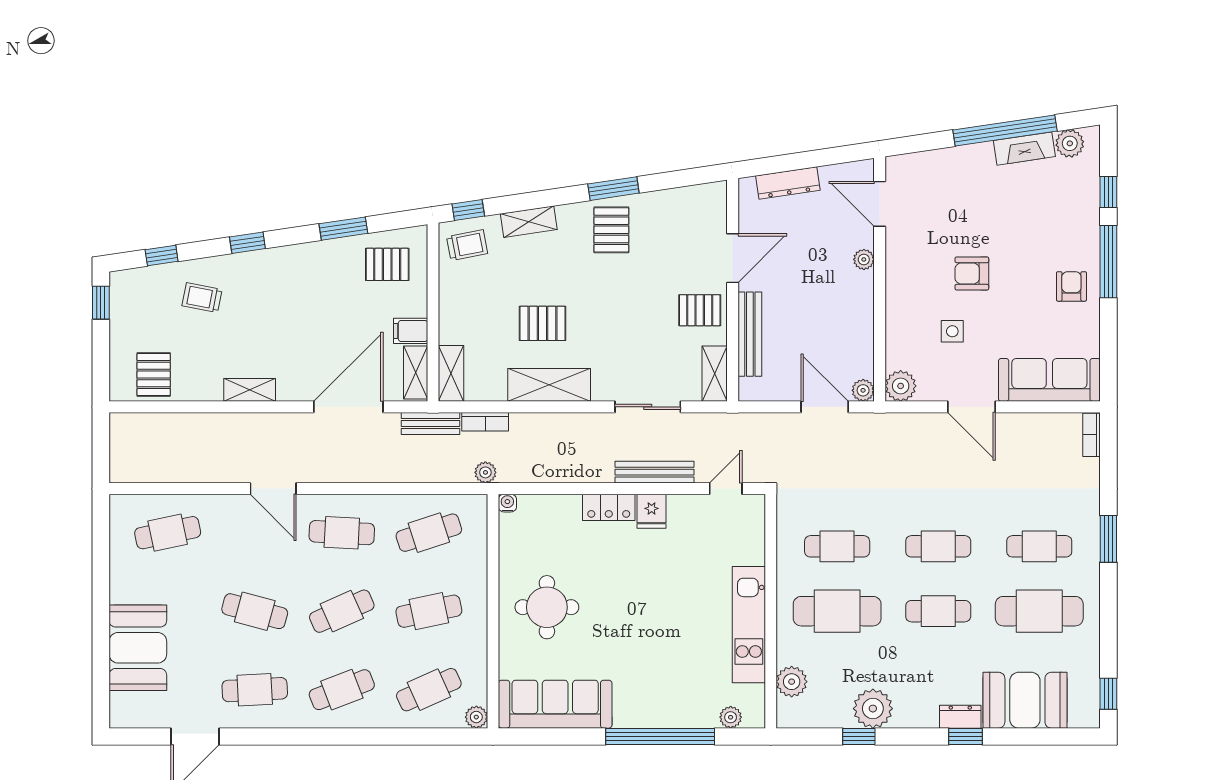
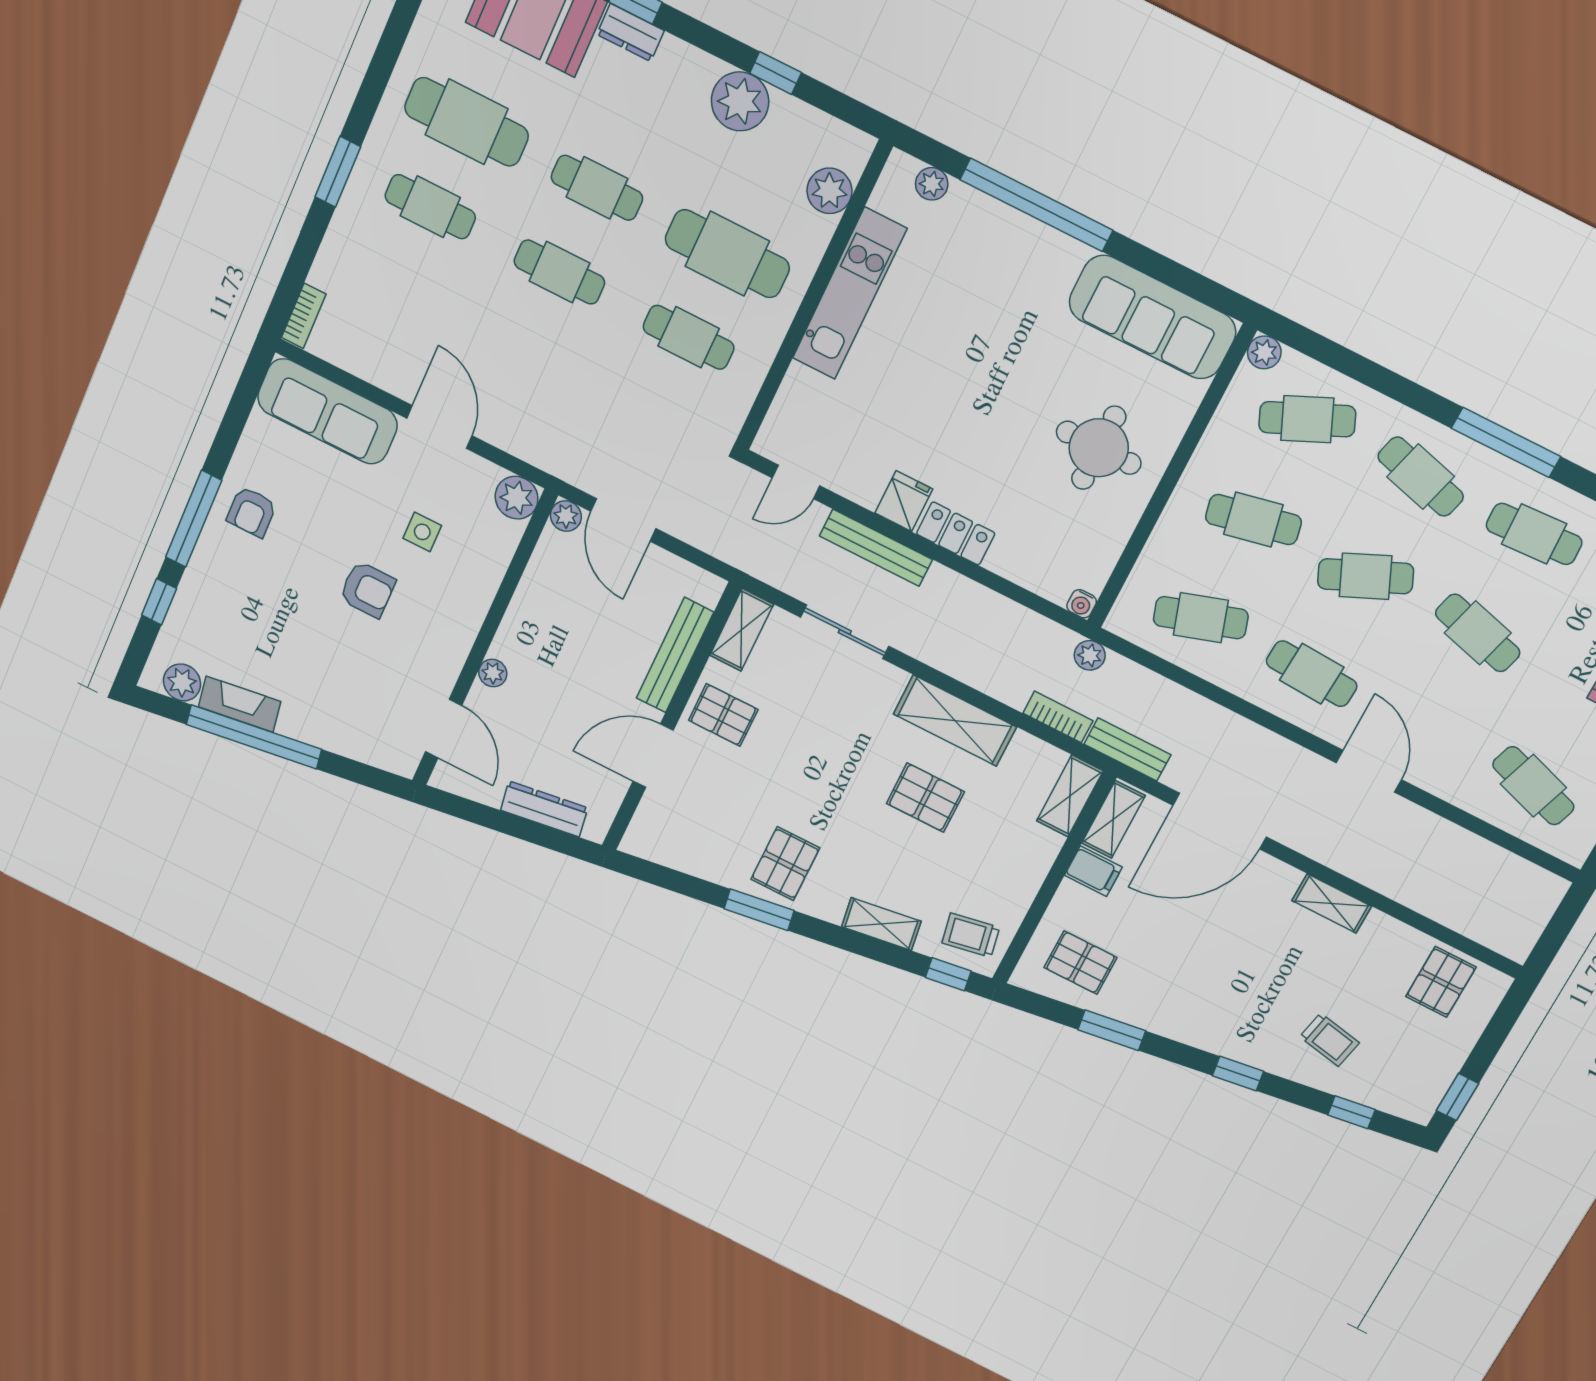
cafe table: (168, 533) -> (1533, 786), turned 30
cafe table: (342, 690) -> (1421, 477), turned 36
window: (302, 736) -> (1506, 442), added

